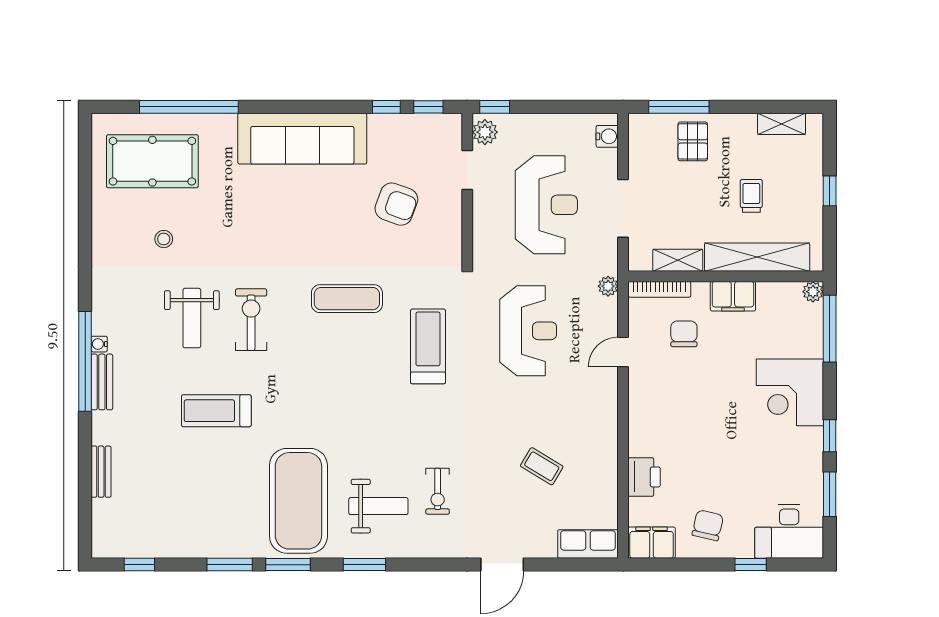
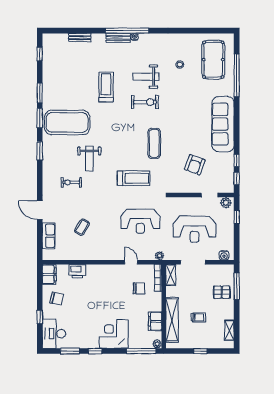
window: (495, 107) -> (237, 217), moved
shelving: (678, 260) -> (171, 275), moved
filing cabinet: (733, 296) -> (155, 321), moved
weight bench: (378, 506) -> (89, 159), moved
row of seats: (588, 544) -> (49, 236), moved

